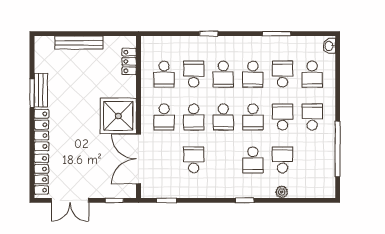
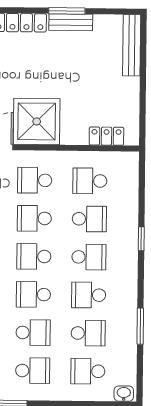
bench: (79, 43) -> (132, 45), moved
school desk: (223, 74) -> (89, 257), turned 180

